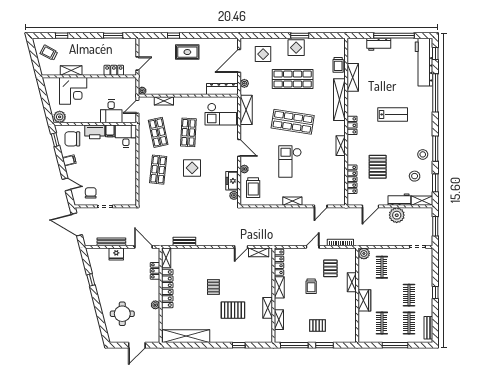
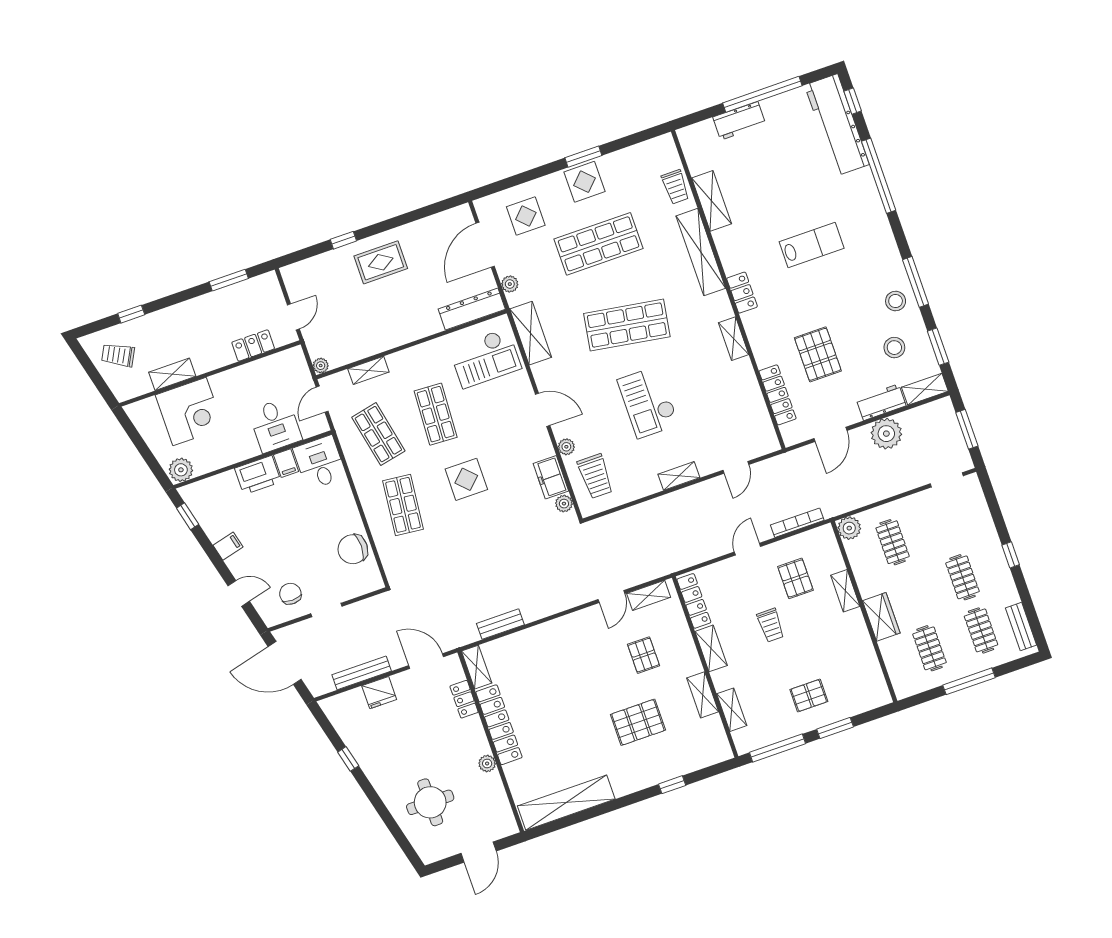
chair: (72, 139) -> (353, 549), moved
pallet: (213, 287) -> (644, 655), moved

